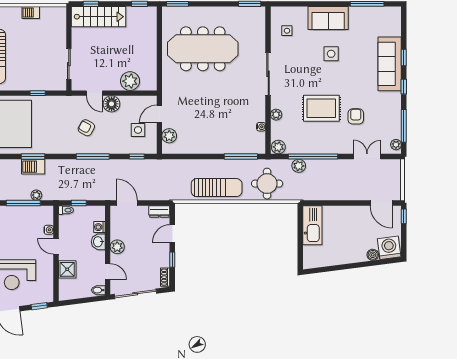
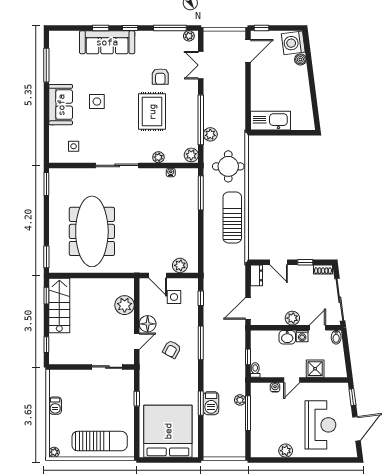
stairs: (99, 17) -> (59, 305), moved
armchair: (356, 116) -> (160, 77), turned -90
washing machine: (99, 227) -> (302, 336), moved

